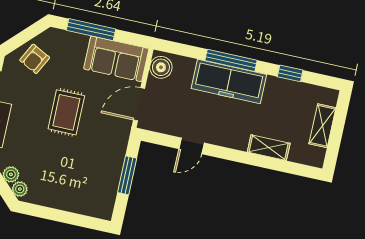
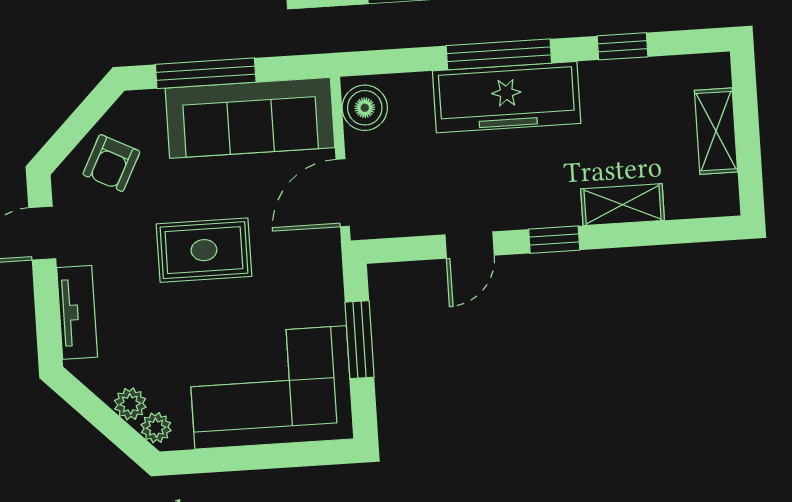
sofa: (116, 59) -> (250, 118), width x1.36
rug: (66, 112) -> (204, 250), turned 90
window: (232, 155) -> (554, 240), added
corner sofa: (79, 186) -> (271, 387), added

